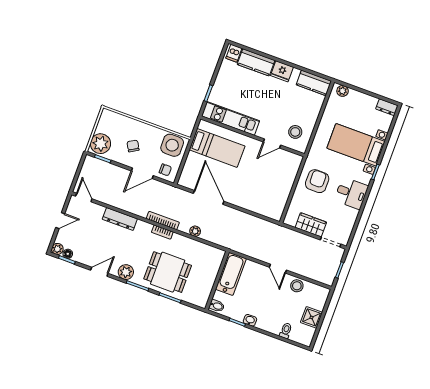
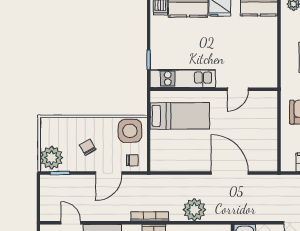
stool: (295, 132) -> (258, 67), removed
door: (209, 197) -> (230, 173), moved
door: (84, 198) -> (71, 223), moved
plant: (195, 231) -> (194, 210), width x1.87, depth x1.87

